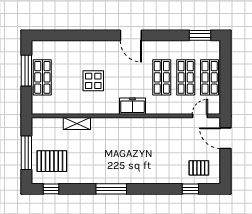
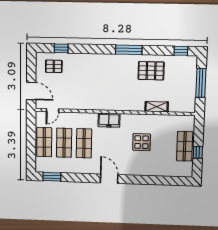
window: (26, 71) -> (198, 152), width x0.46
pallet: (52, 161) -> (151, 71), moved

